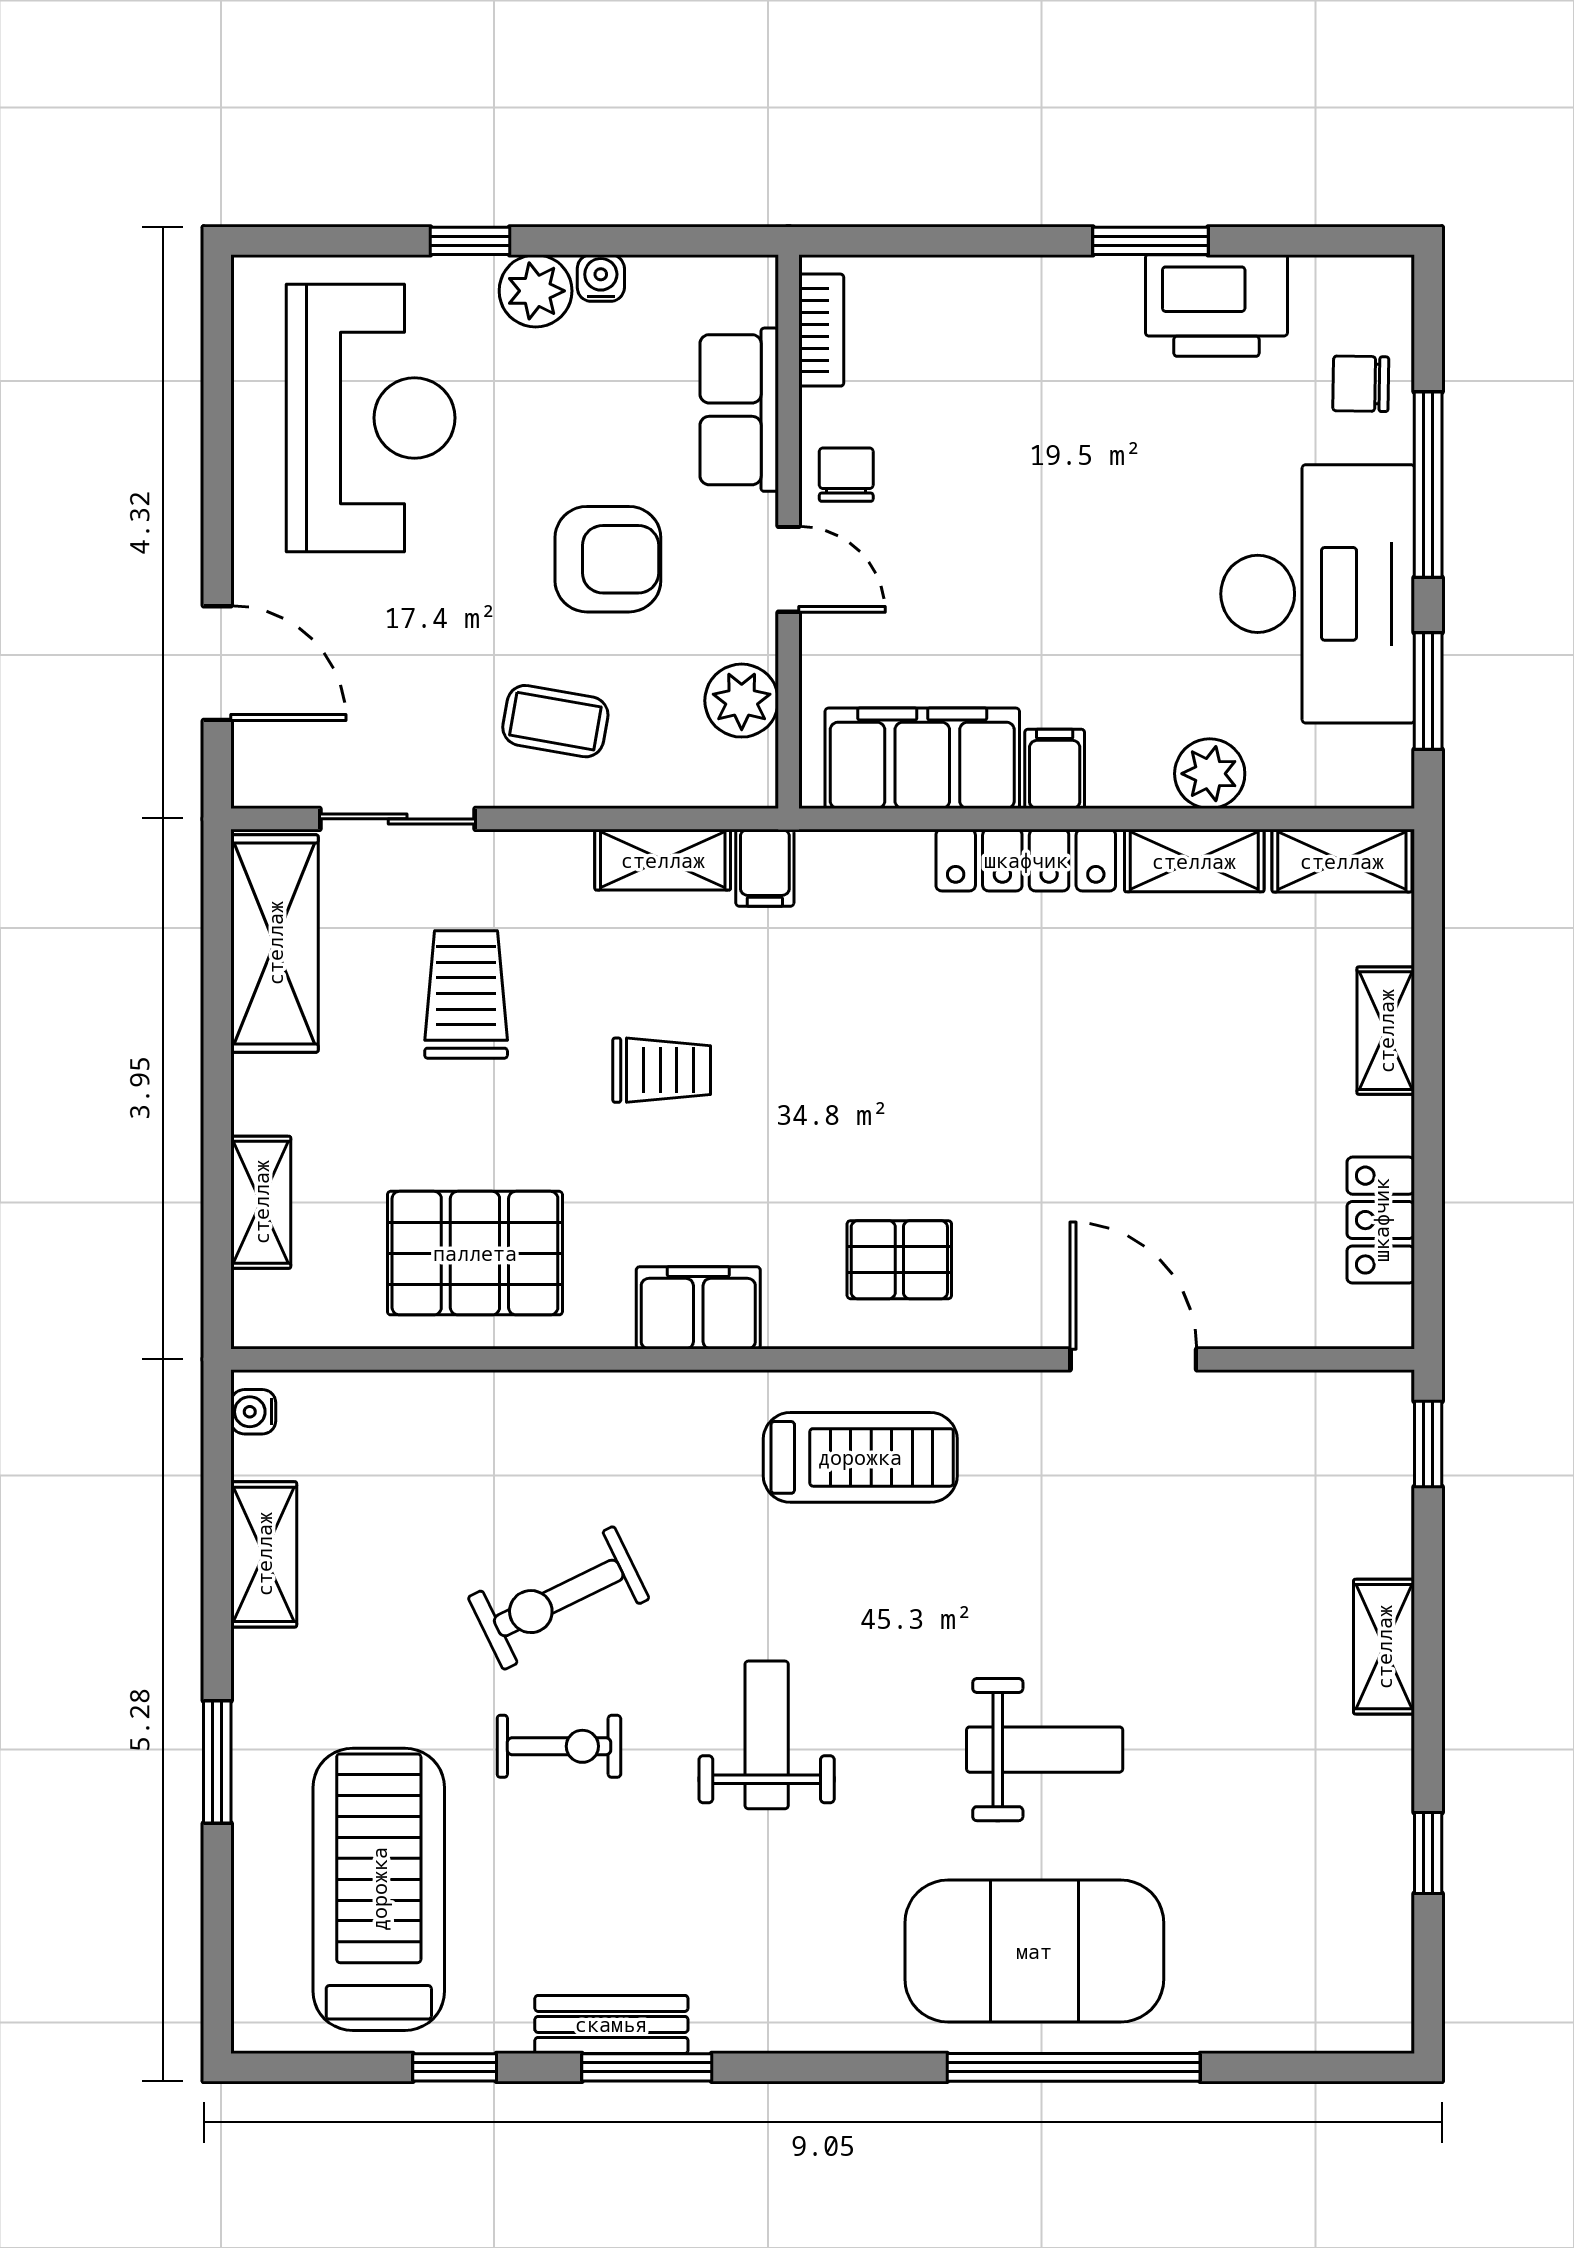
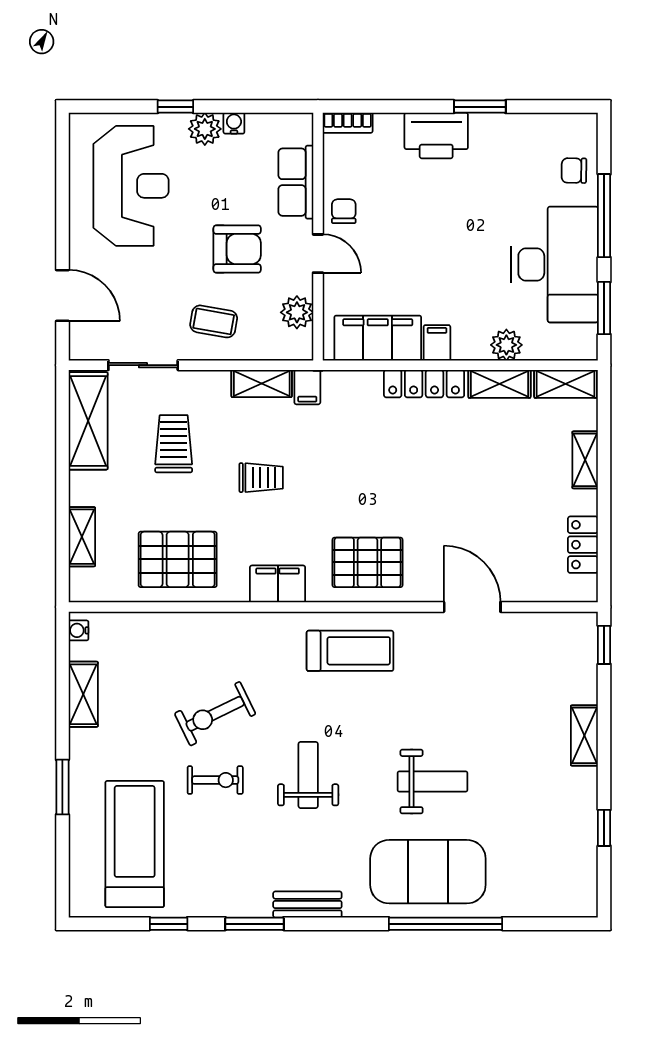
printer: (1216, 306) -> (436, 136), moved
bookcase: (821, 330) -> (348, 123), moved, turned 90
pallet: (899, 1260) -> (367, 562), width x1.50, depth x1.42
bench: (611, 2024) -> (307, 905), moved

